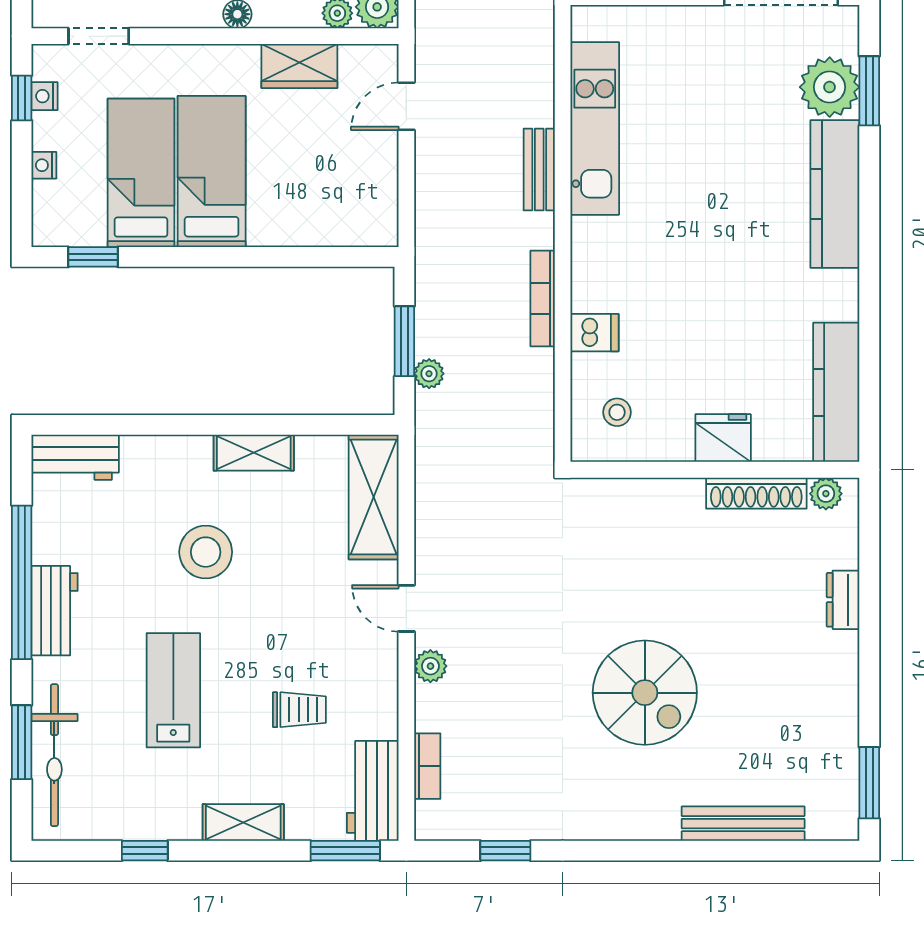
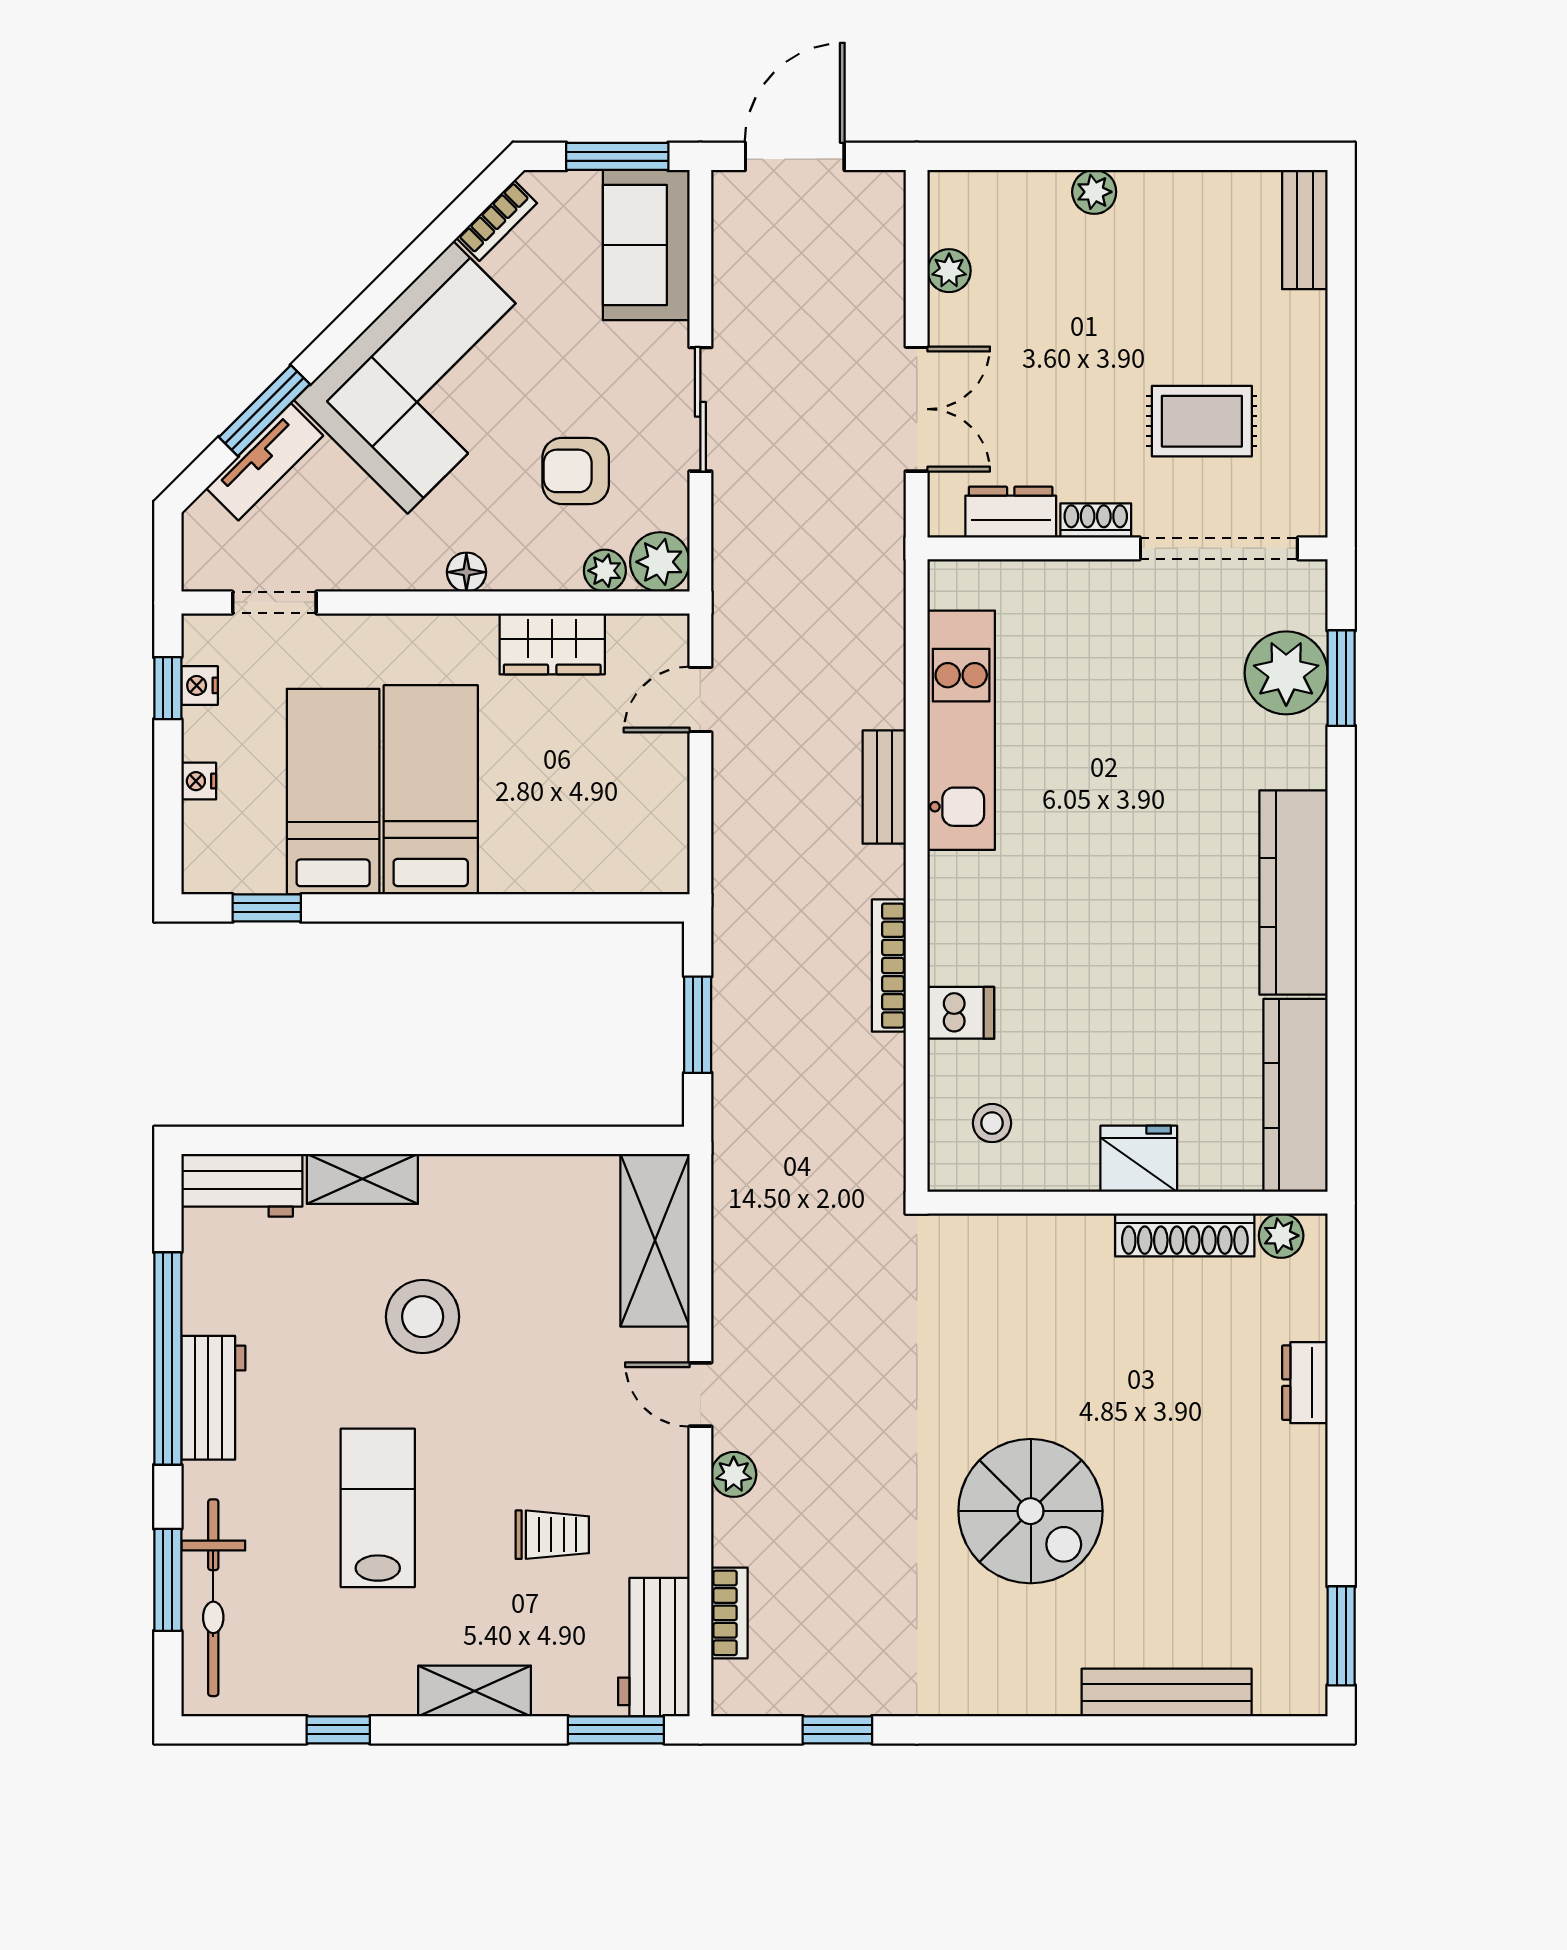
kitchen counter: (835, 194) -> (1294, 892), moved
plant: (429, 374) -> (732, 1070), removed
shelving: (254, 453) -> (362, 1179), moved

